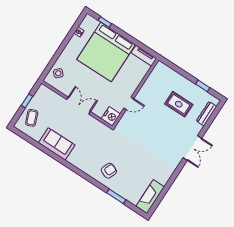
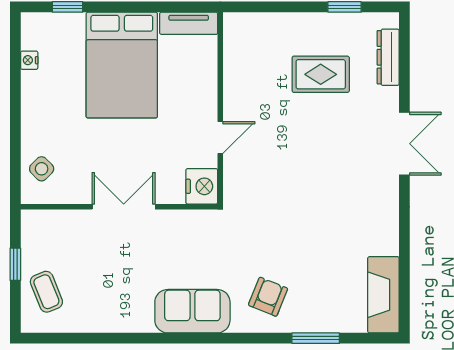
bed: (106, 52) -> (122, 65), width x0.73
sofa: (57, 144) -> (192, 311), moved

